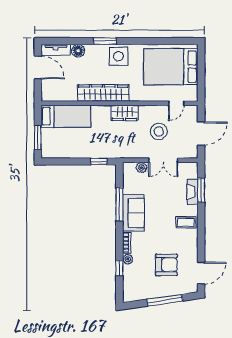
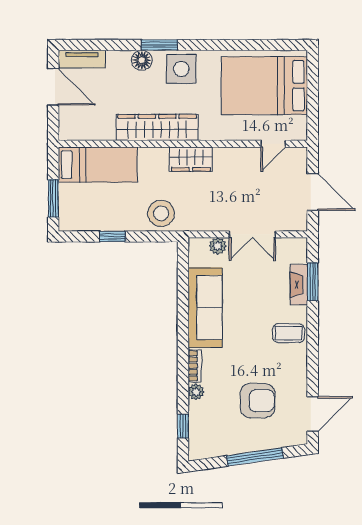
floor lamp: (78, 51) -> (142, 60), moved
stool: (159, 131) -> (161, 213), moved
door: (201, 134) -> (313, 192), hinge flipped
window: (99, 161) -> (112, 236), moved
window: (119, 204) -> (183, 305), removed
sofa: (133, 213) -> (205, 308), width x1.36
window: (119, 268) -> (183, 426), moved

